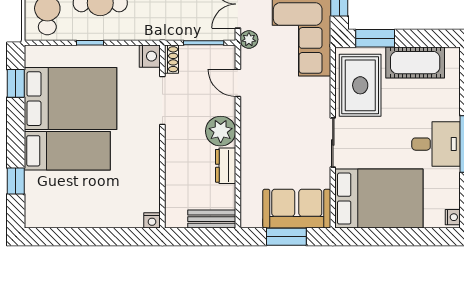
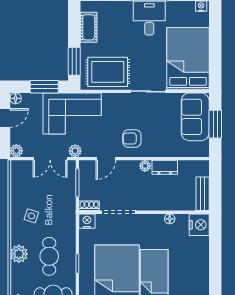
cot: (415, 63) -> (89, 27), width x0.73, depth x0.75
armchair: (266, 119) -> (132, 138), added
plant: (221, 131) -> (145, 166), width x0.53, depth x0.53
floor lamp: (153, 173) -> (170, 219), added
bench: (212, 219) -> (203, 194), moved
nightstand: (152, 220) -> (199, 225), width x1.89, depth x1.79

